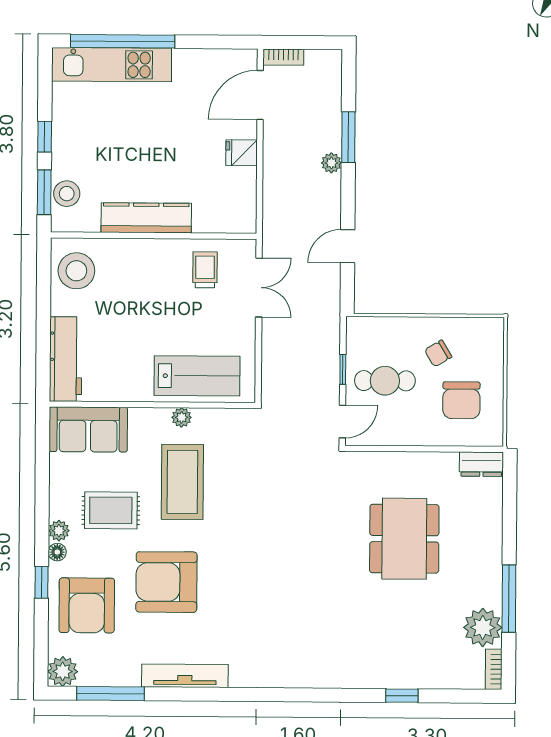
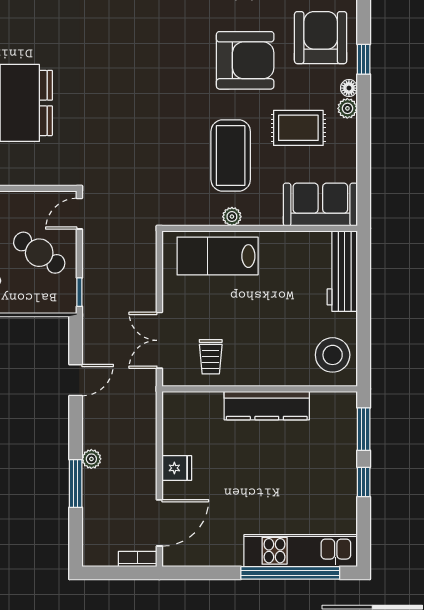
stool: (67, 194) -> (342, 428), removed
window: (343, 369) -> (79, 292), moved
cafe table: (385, 381) -> (39, 253), turned 34

